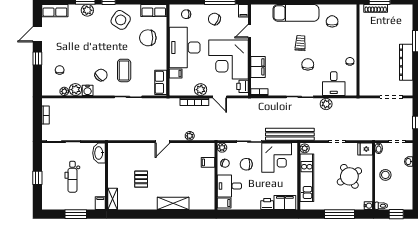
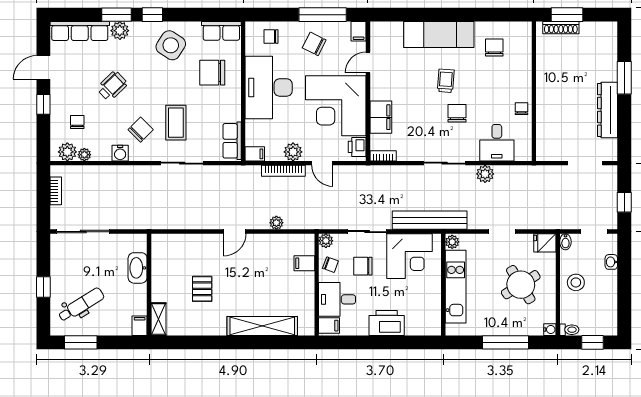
row of seats: (55, 11) -> (80, 31), width x1.48
wheelchair: (82, 47) -> (112, 86), added
filing cabinet: (176, 74) -> (255, 154), moved
plant: (75, 90) -> (67, 152), moved
washbasin: (99, 153) -> (138, 268), moved
dental chair: (72, 177) -> (81, 305), moved, turned -122
filing cabinet: (285, 202) -> (422, 325), removed
shelving: (173, 203) -> (262, 326), width x1.47
printer: (267, 204) -> (387, 323), width x1.87, depth x1.48
window: (76, 214) -> (81, 342), moved

